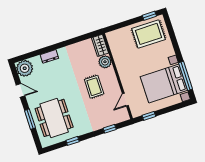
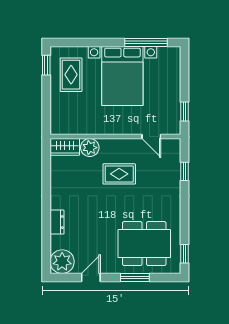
rug: (148, 34) -> (71, 75), width x0.73, depth x0.70
bed with nightstands: (164, 83) -> (122, 76), moved
window: (73, 141) -> (185, 254), moved

